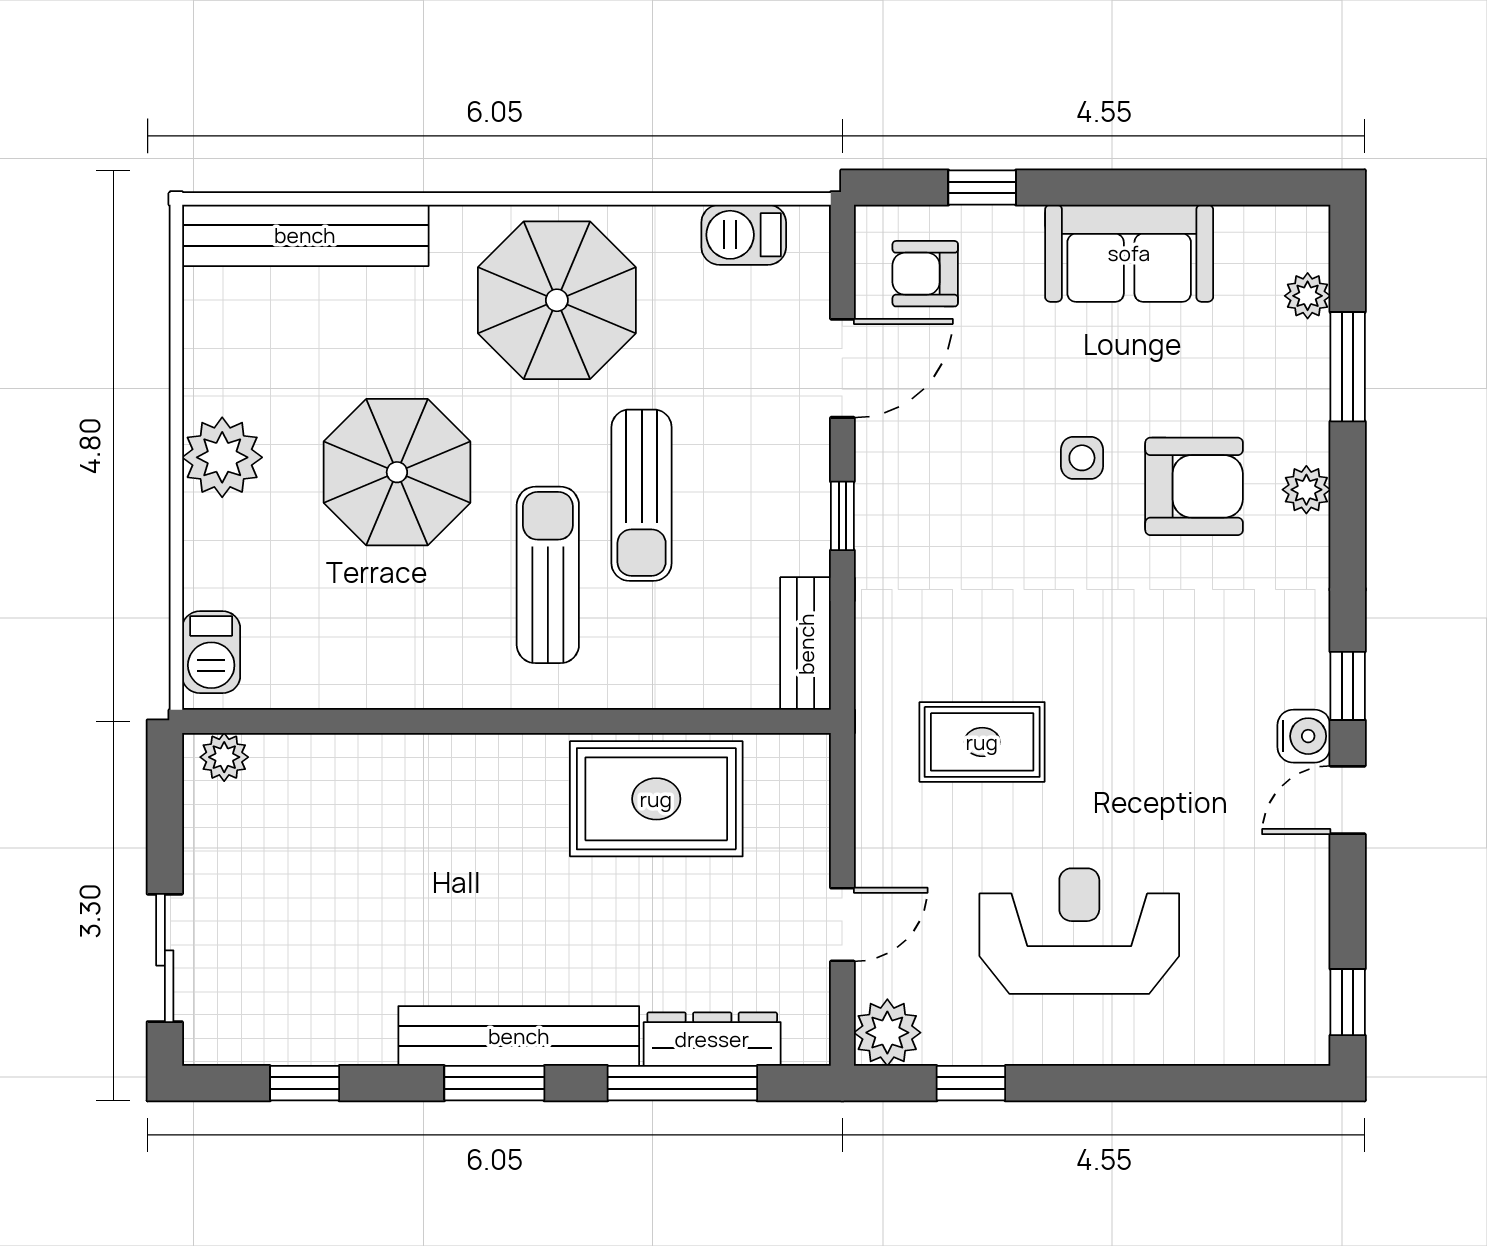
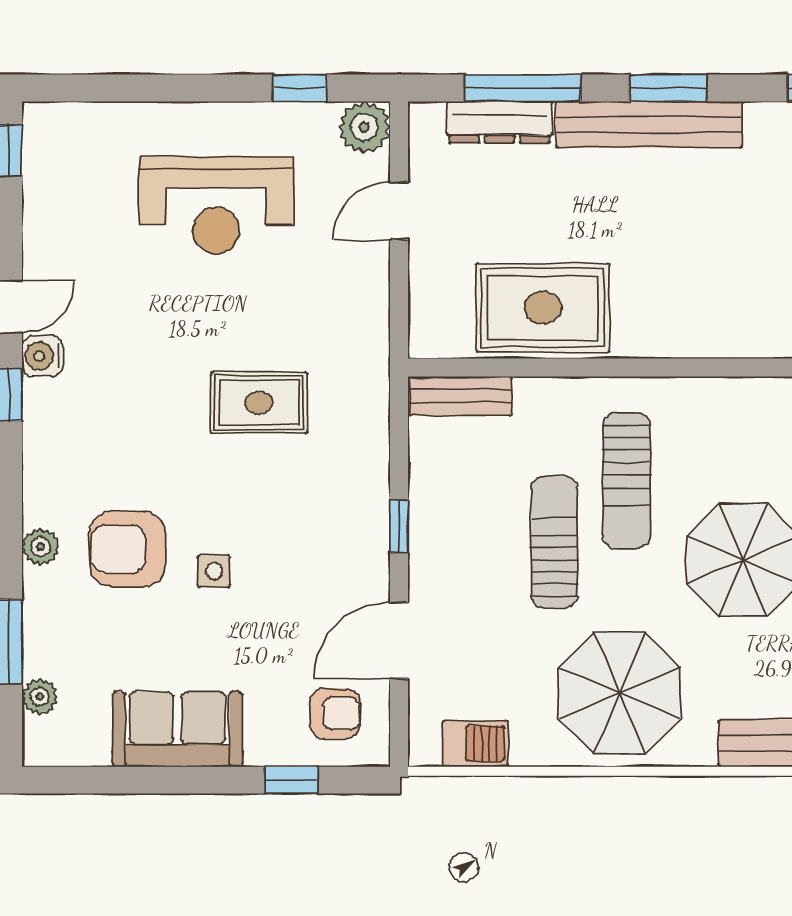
bench: (806, 644) -> (461, 396), moved, turned 90
rug: (982, 742) -> (259, 403), moved

